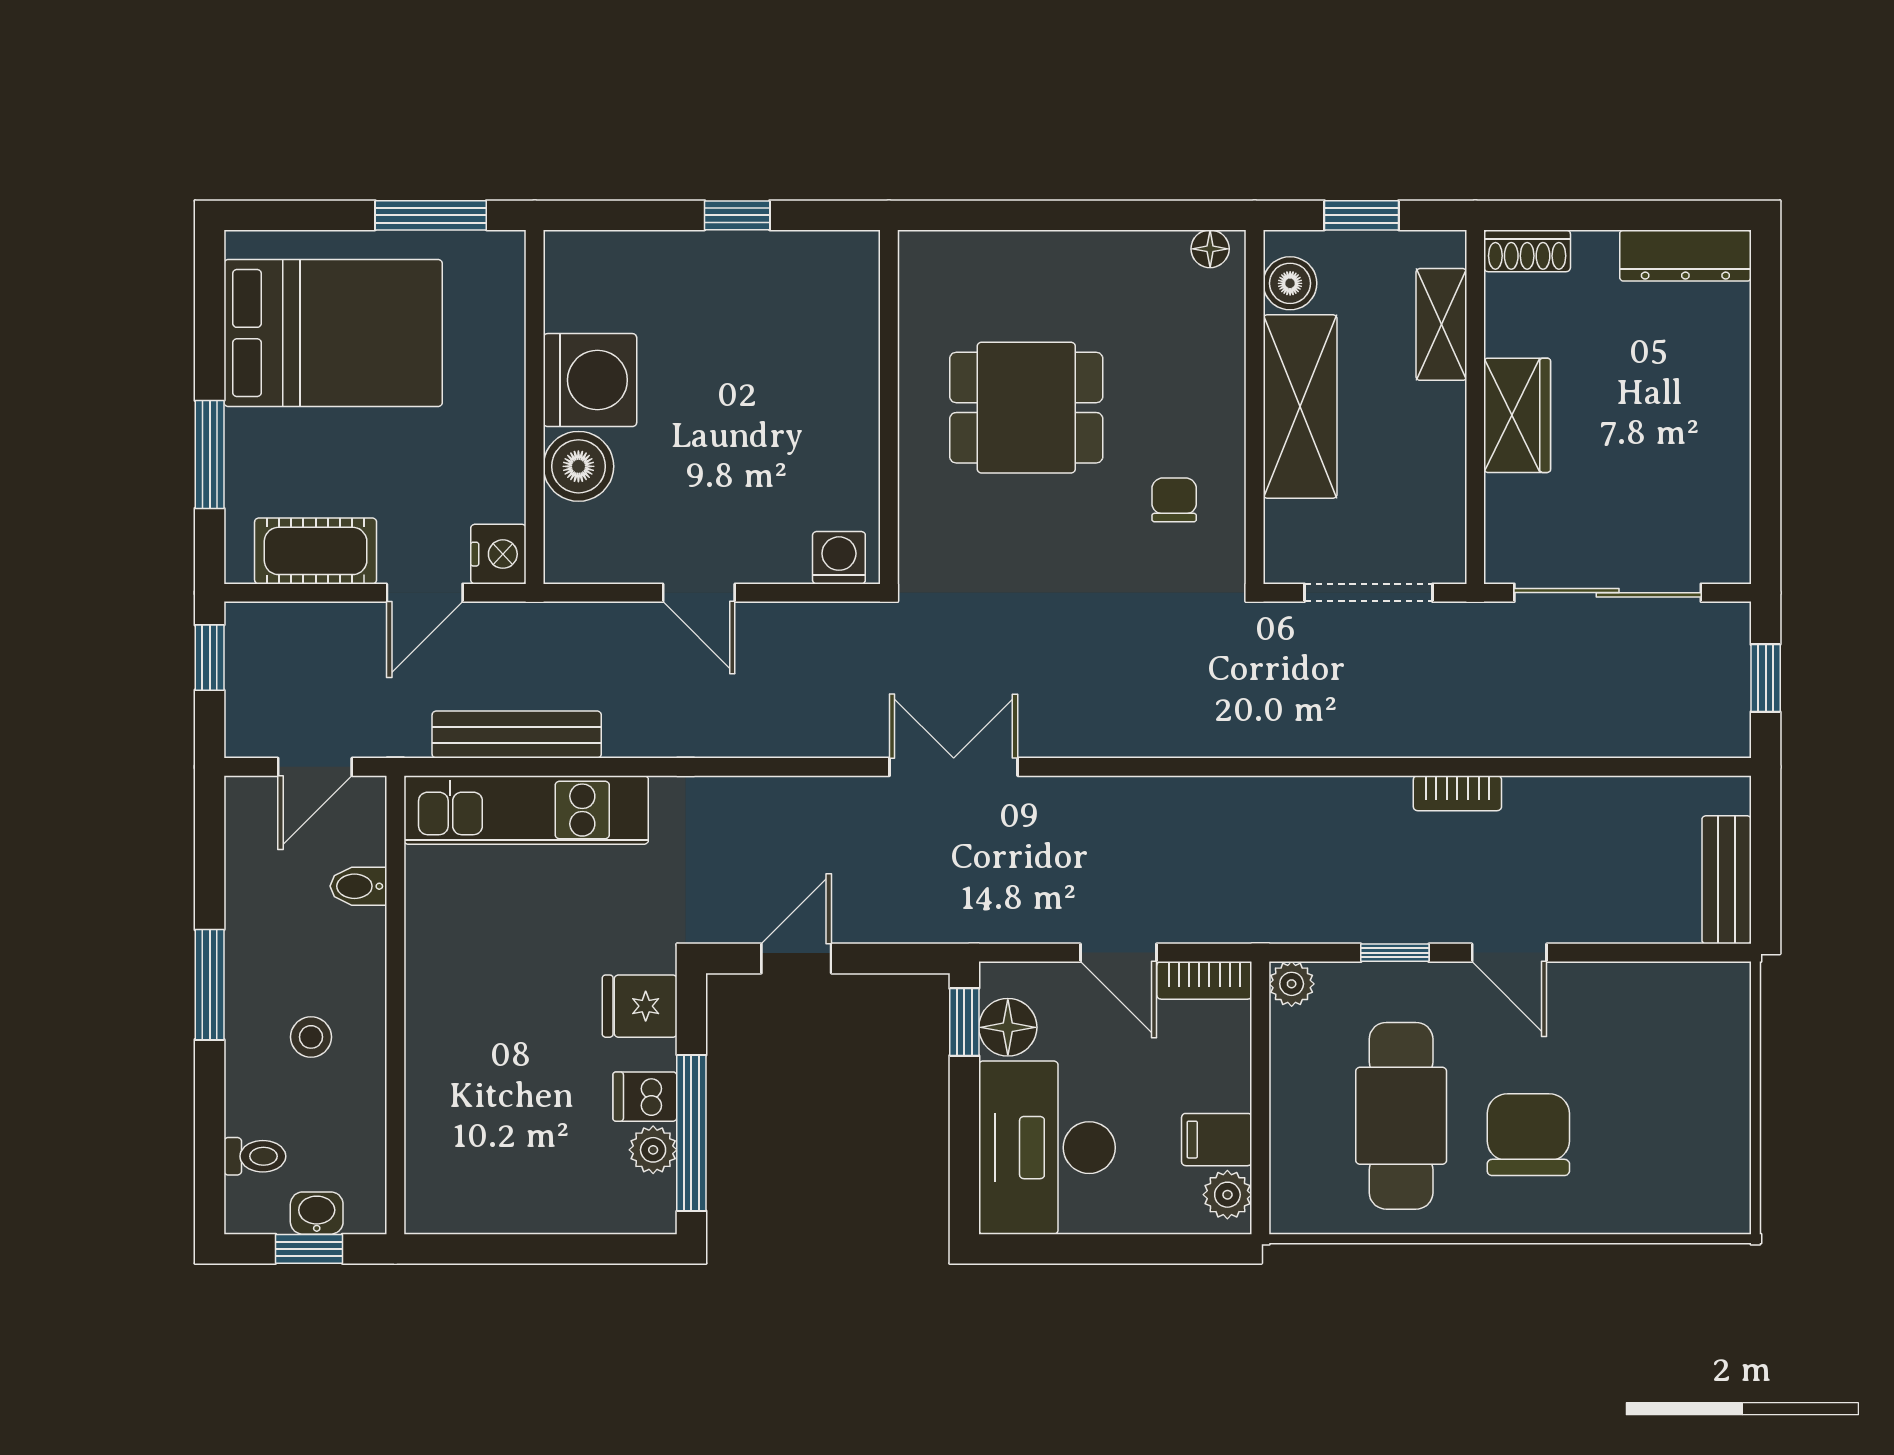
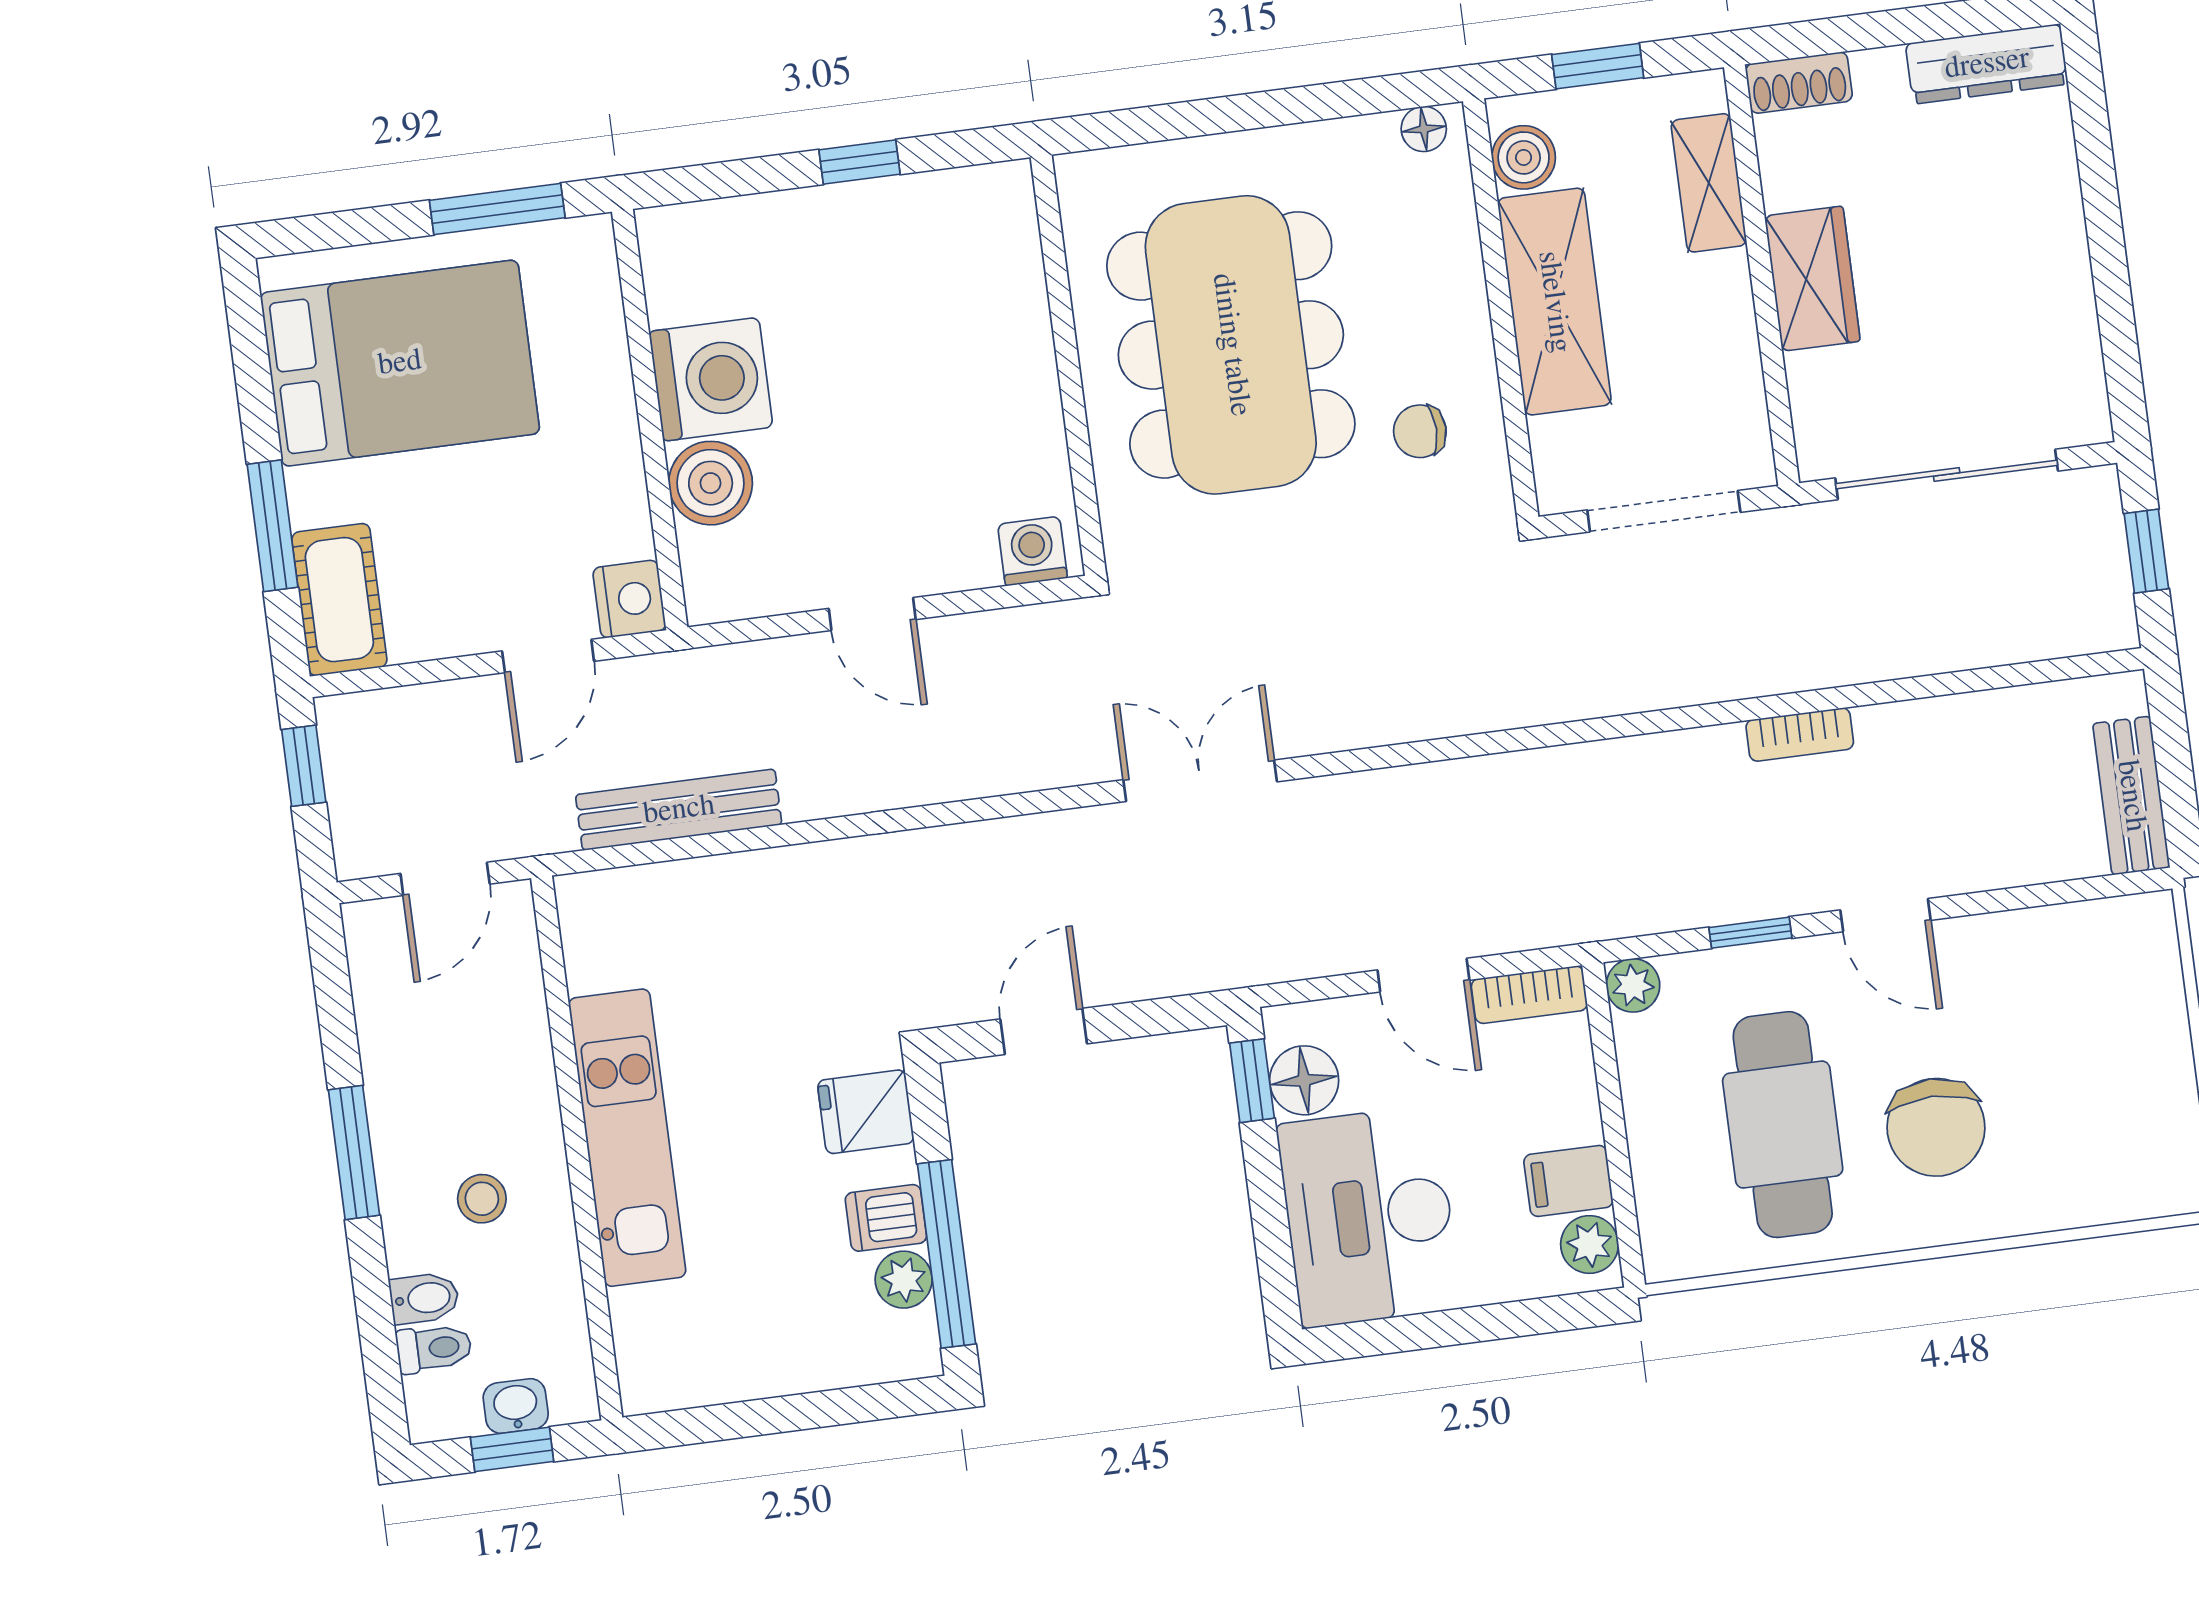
dining table: (1026, 408) -> (1231, 345), width x1.88, depth x1.24
chair: (1174, 500) -> (1420, 431), turned -91
cot: (316, 551) -> (339, 600), moved, turned 90
kitchen unit: (526, 810) -> (627, 1138), moved, turned -90
bidet: (358, 886) -> (424, 1298), moved, turned 180
chair: (1528, 1135) -> (1936, 1127), turned 180

